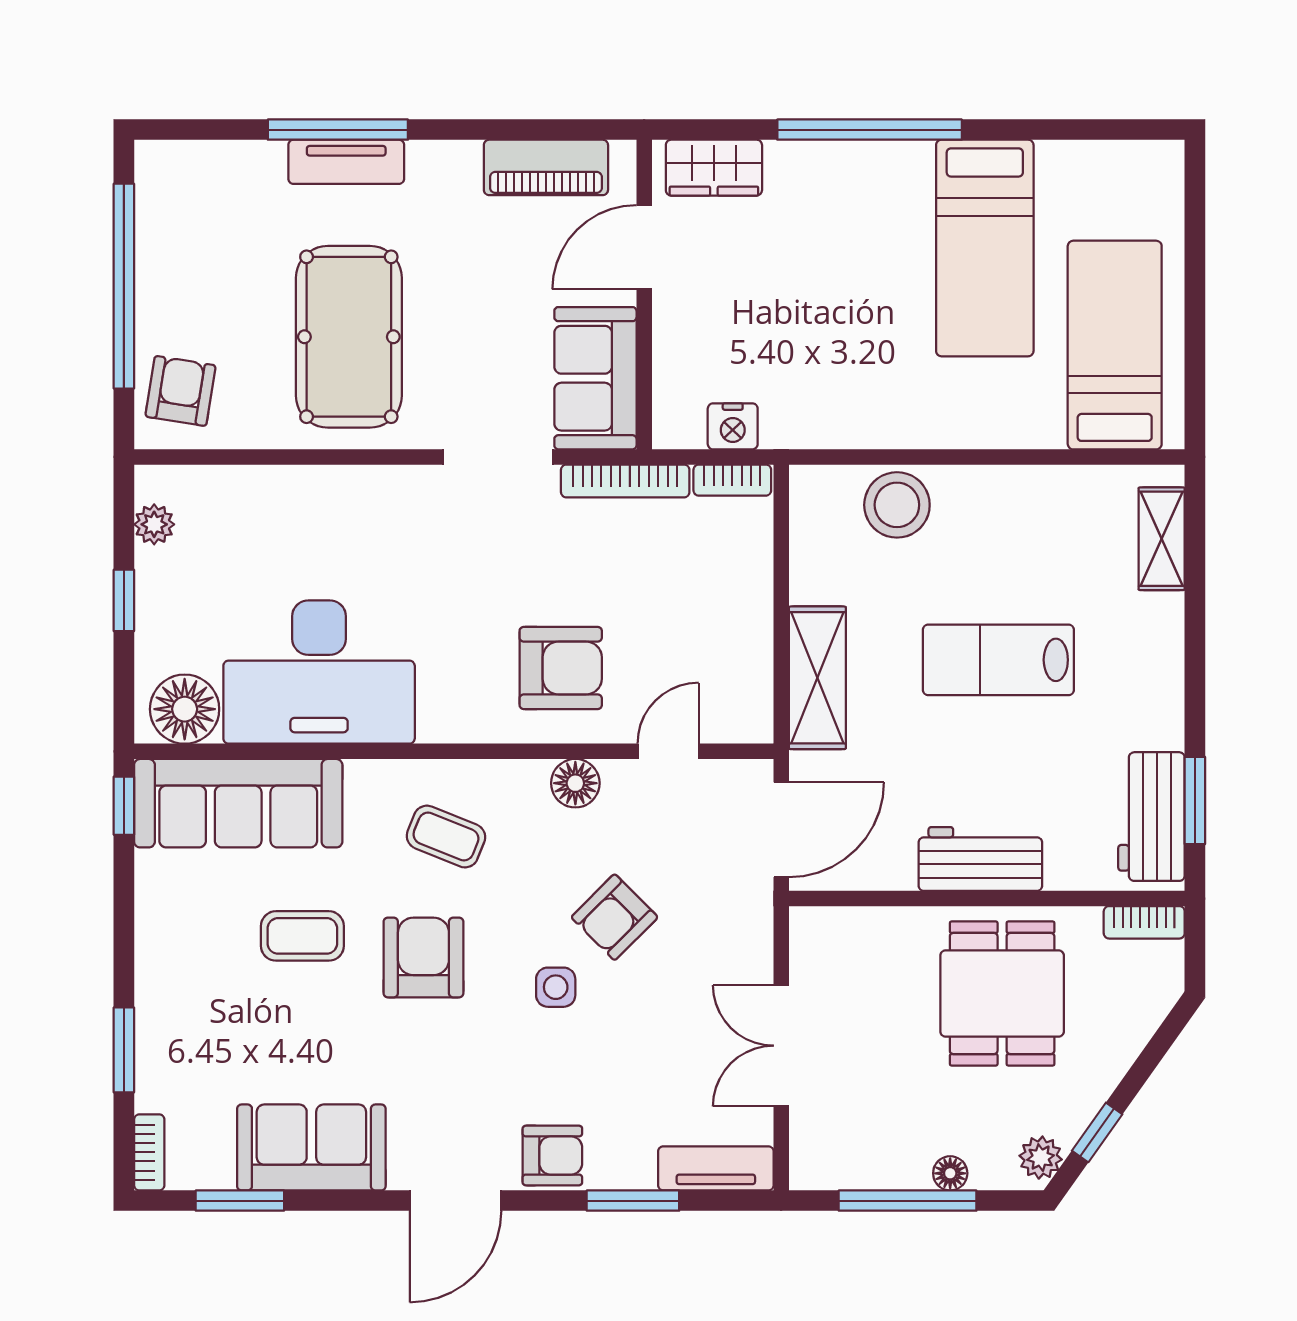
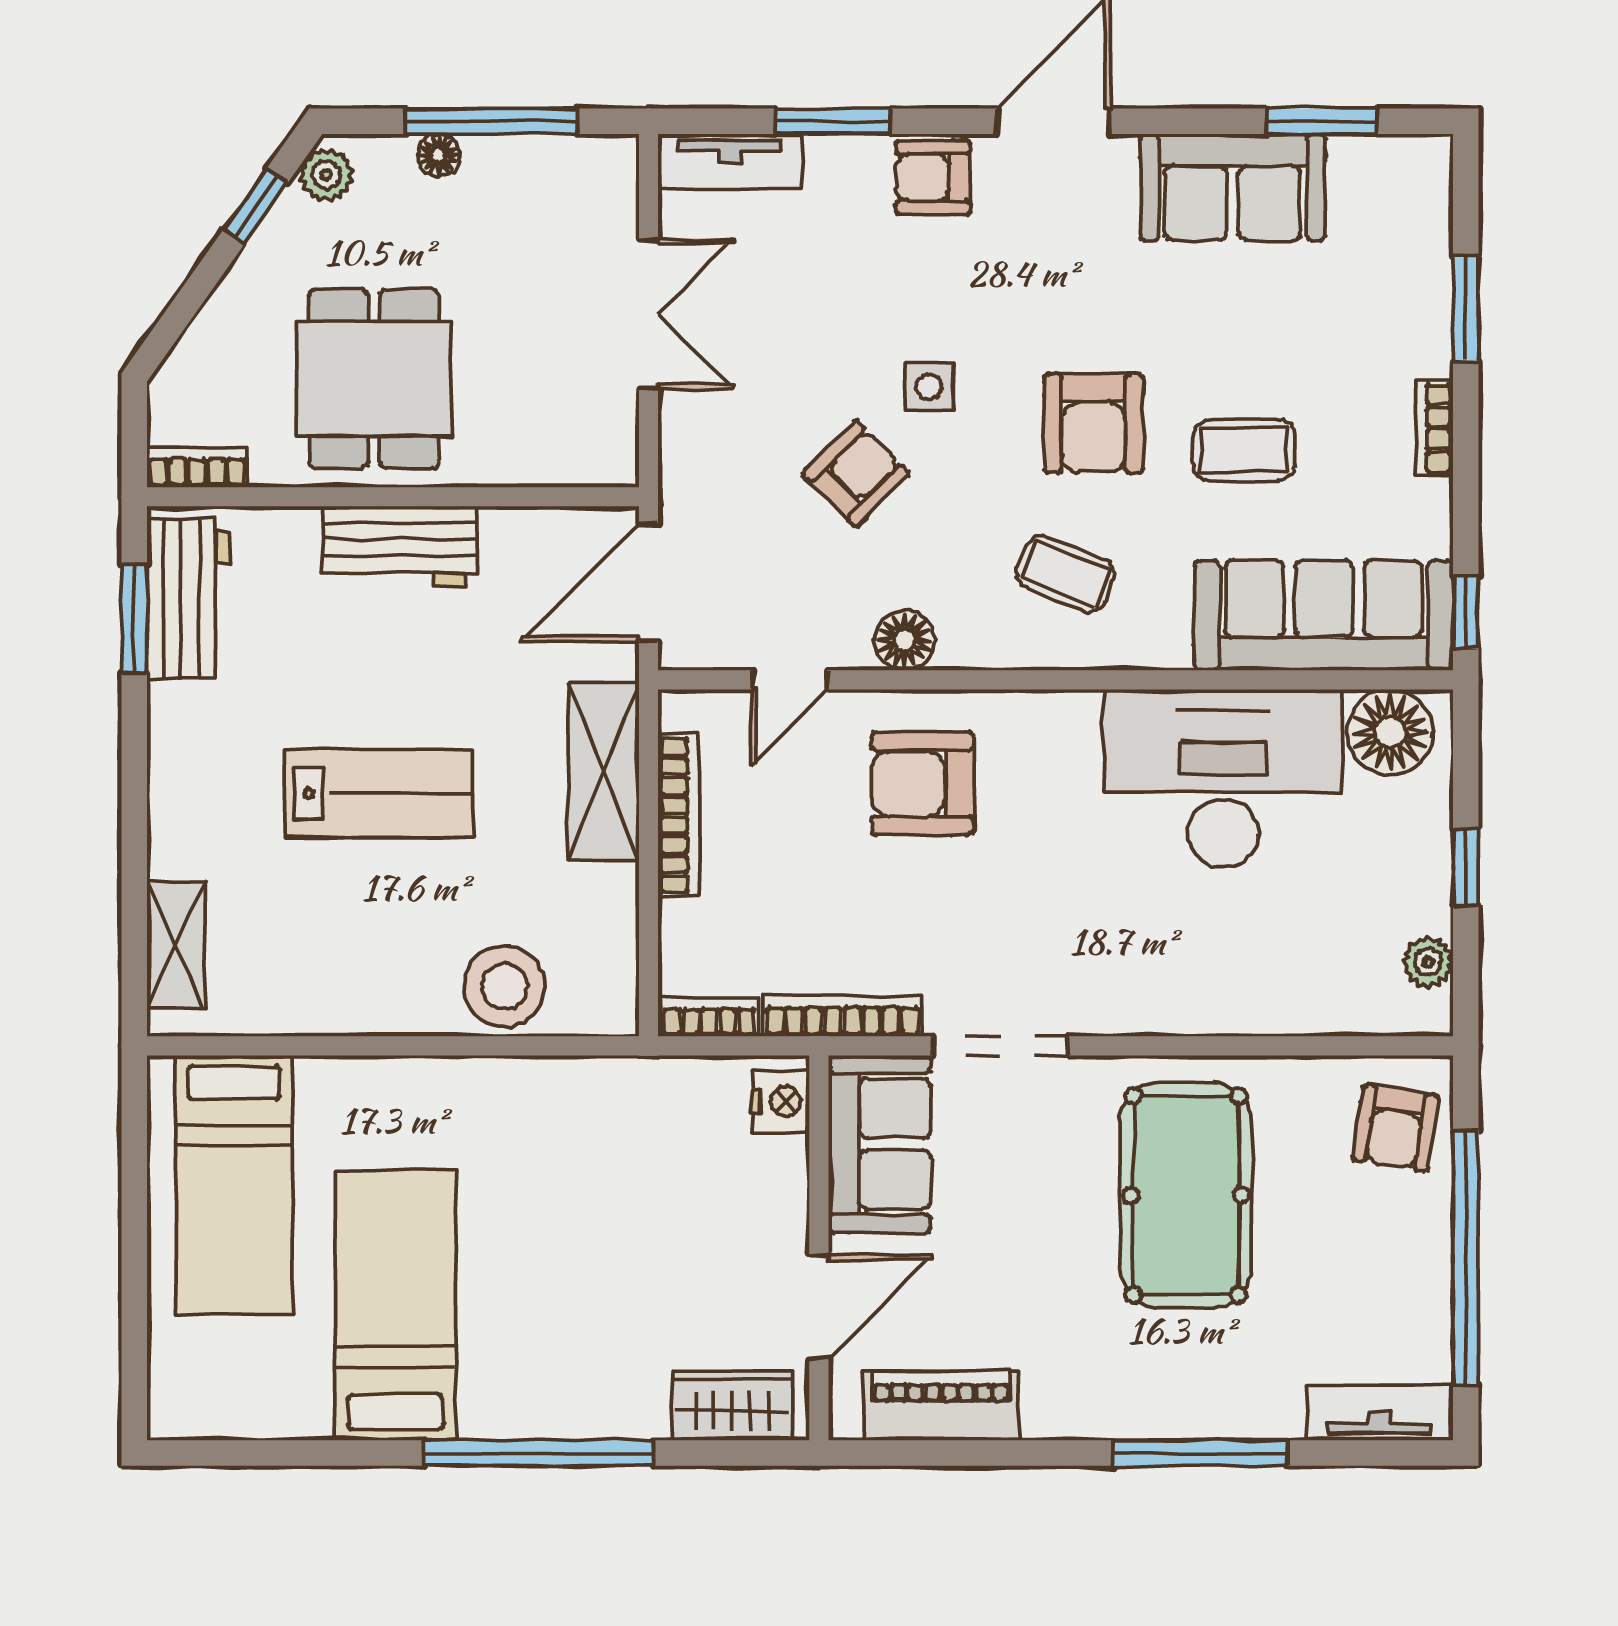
tv unit: (346, 162) -> (1379, 1413), moved
nightstand: (733, 426) -> (781, 1101), moved, turned 90
bookcase: (757, 642) -> (679, 815), added
bookcase: (149, 1152) -> (1434, 428), moved

